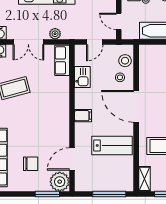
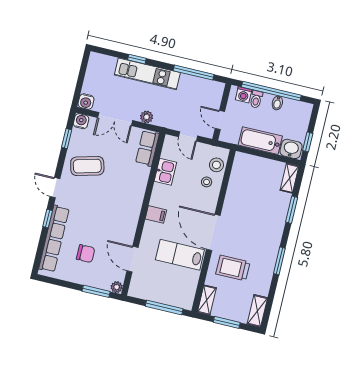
door: (95, 42) -> (188, 136), hinge flipped
door: (136, 106) -> (213, 232), moved
lab bench: (112, 145) -> (180, 255), turned 180
door: (72, 159) -> (132, 259), hinge flipped
plant: (60, 182) -> (117, 287), width x0.53, depth x0.53

